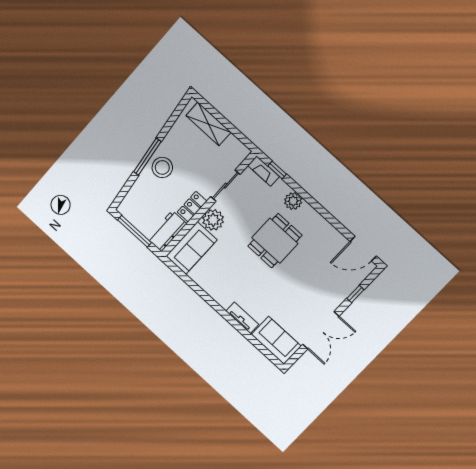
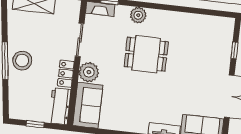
window: (134, 231) -> (35, 124), width x0.46
dining table: (275, 241) -> (146, 54), turned 90
door: (363, 249) -> (215, 13), removed

